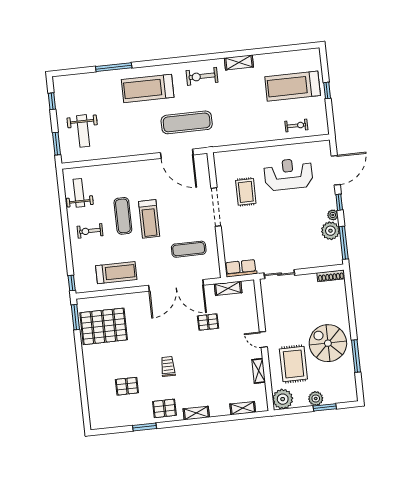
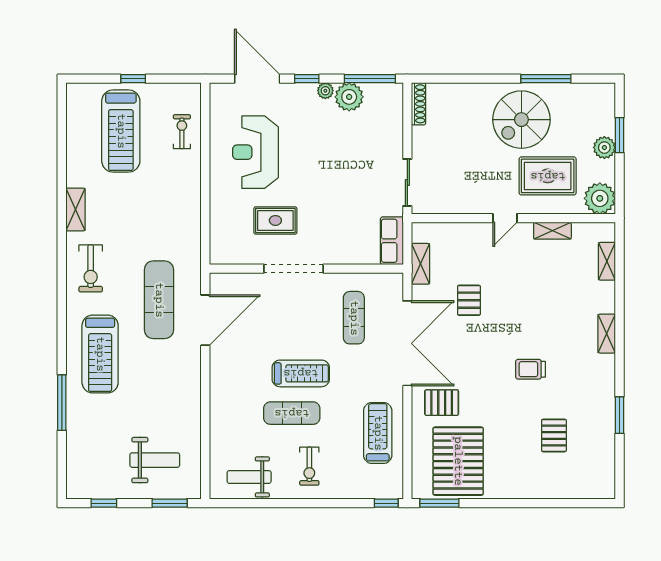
pallet: (164, 408) -> (442, 403), moved, turned 90

